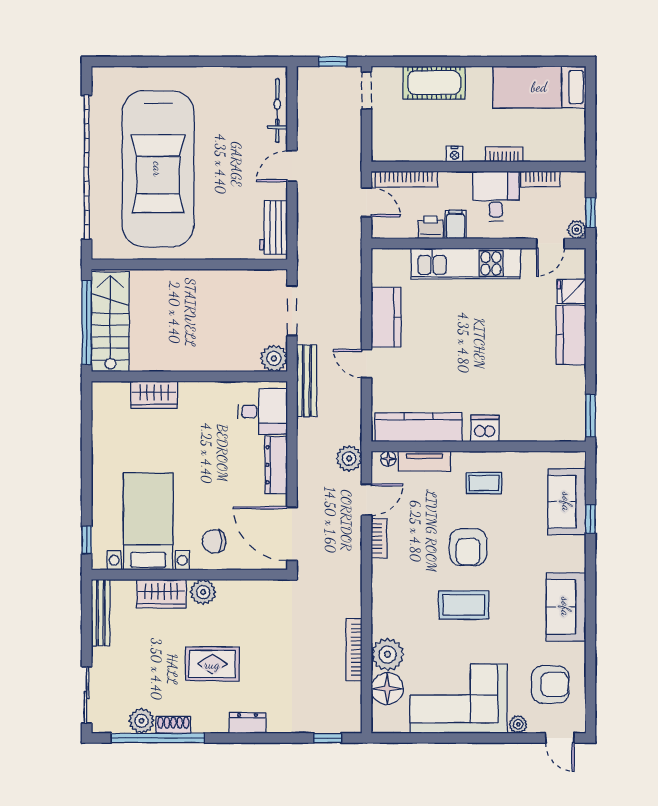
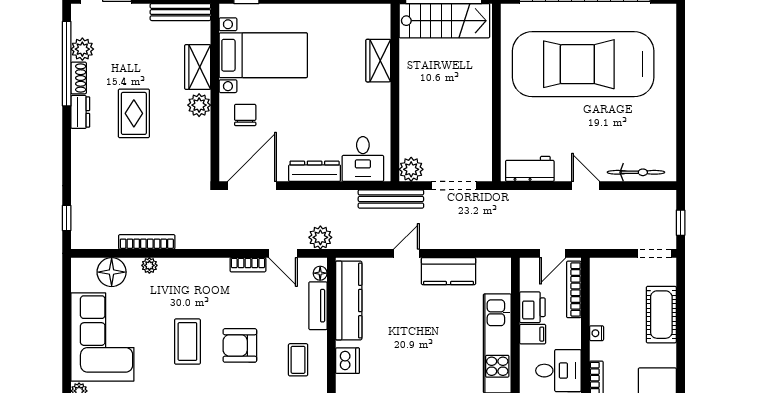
printer: (430, 227) -> (532, 307), width x1.36, depth x1.24
plant: (388, 654) -> (149, 265), width x0.53, depth x0.53
dresser: (248, 723) -> (80, 112), moved

